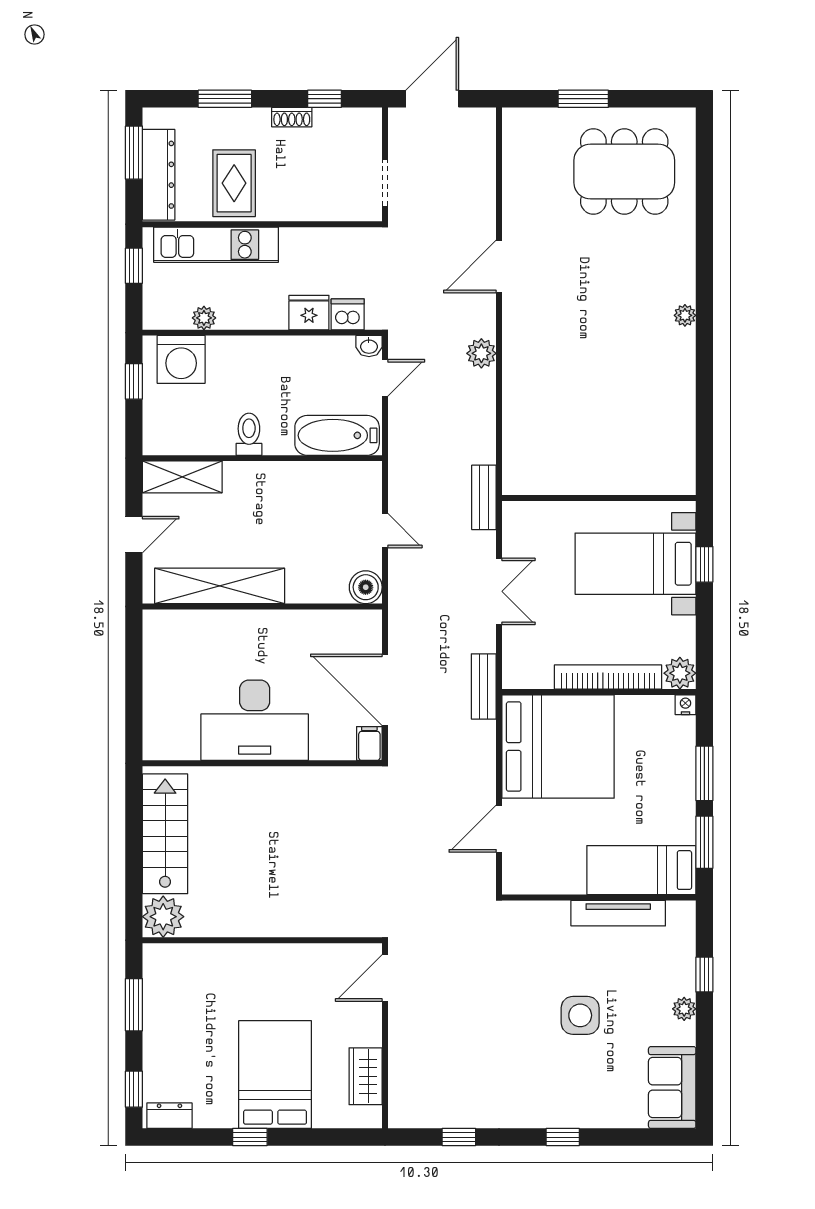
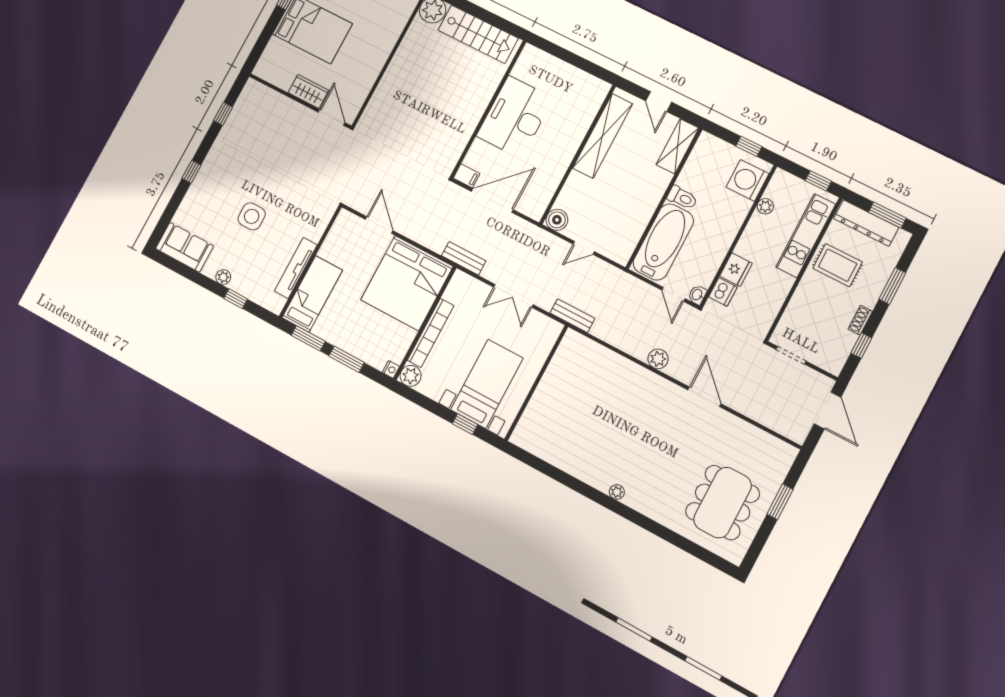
bathtub: (337, 435) -> (663, 242), width x1.36, depth x1.36
wardrobe: (366, 1076) -> (308, 91), moved

